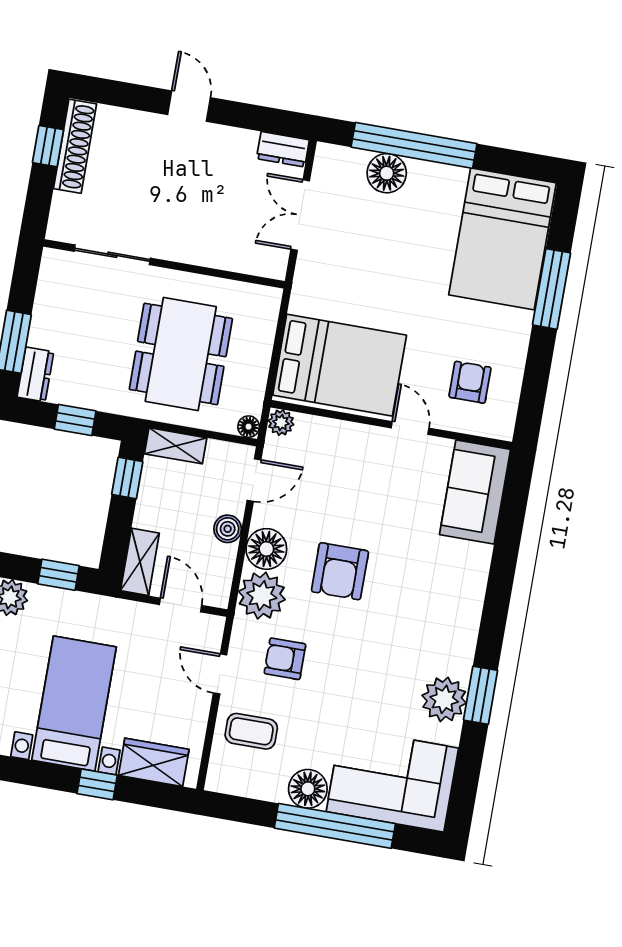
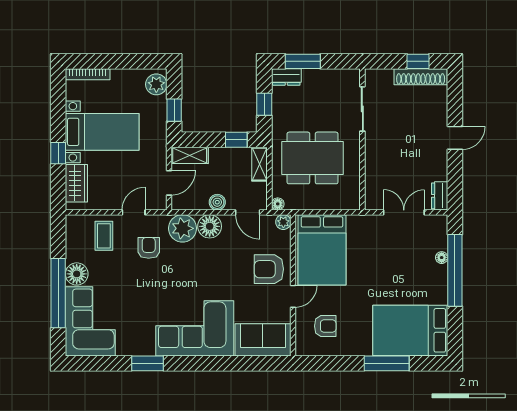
floor lamp: (387, 173) -> (442, 258), width x0.53, depth x0.53
armchair: (340, 571) -> (269, 269), moved
corner sofa: (435, 604) -> (195, 328), added
plant: (444, 699) -> (141, 343), removed

